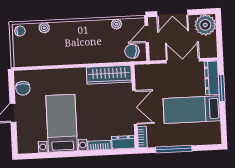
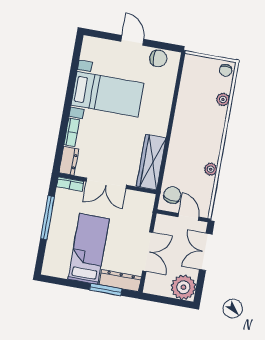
plant: (116, 24) -> (211, 169), moved
chair: (23, 88) -> (158, 58), turned 180

